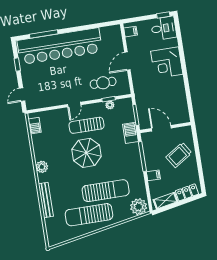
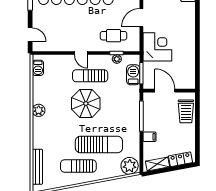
corner desk: (167, 63) -> (157, 47), moved, turned 180
door: (22, 95) -> (30, 35), swing flipped
door: (74, 105) -> (81, 53), hinge flipped
barbecue: (130, 133) -> (133, 75), moved
trolley: (179, 155) -> (186, 111), moved, turned -57
bench: (46, 200) -> (37, 167), moved
sun lounger: (89, 215) -> (78, 166), width x0.73, depth x0.75

